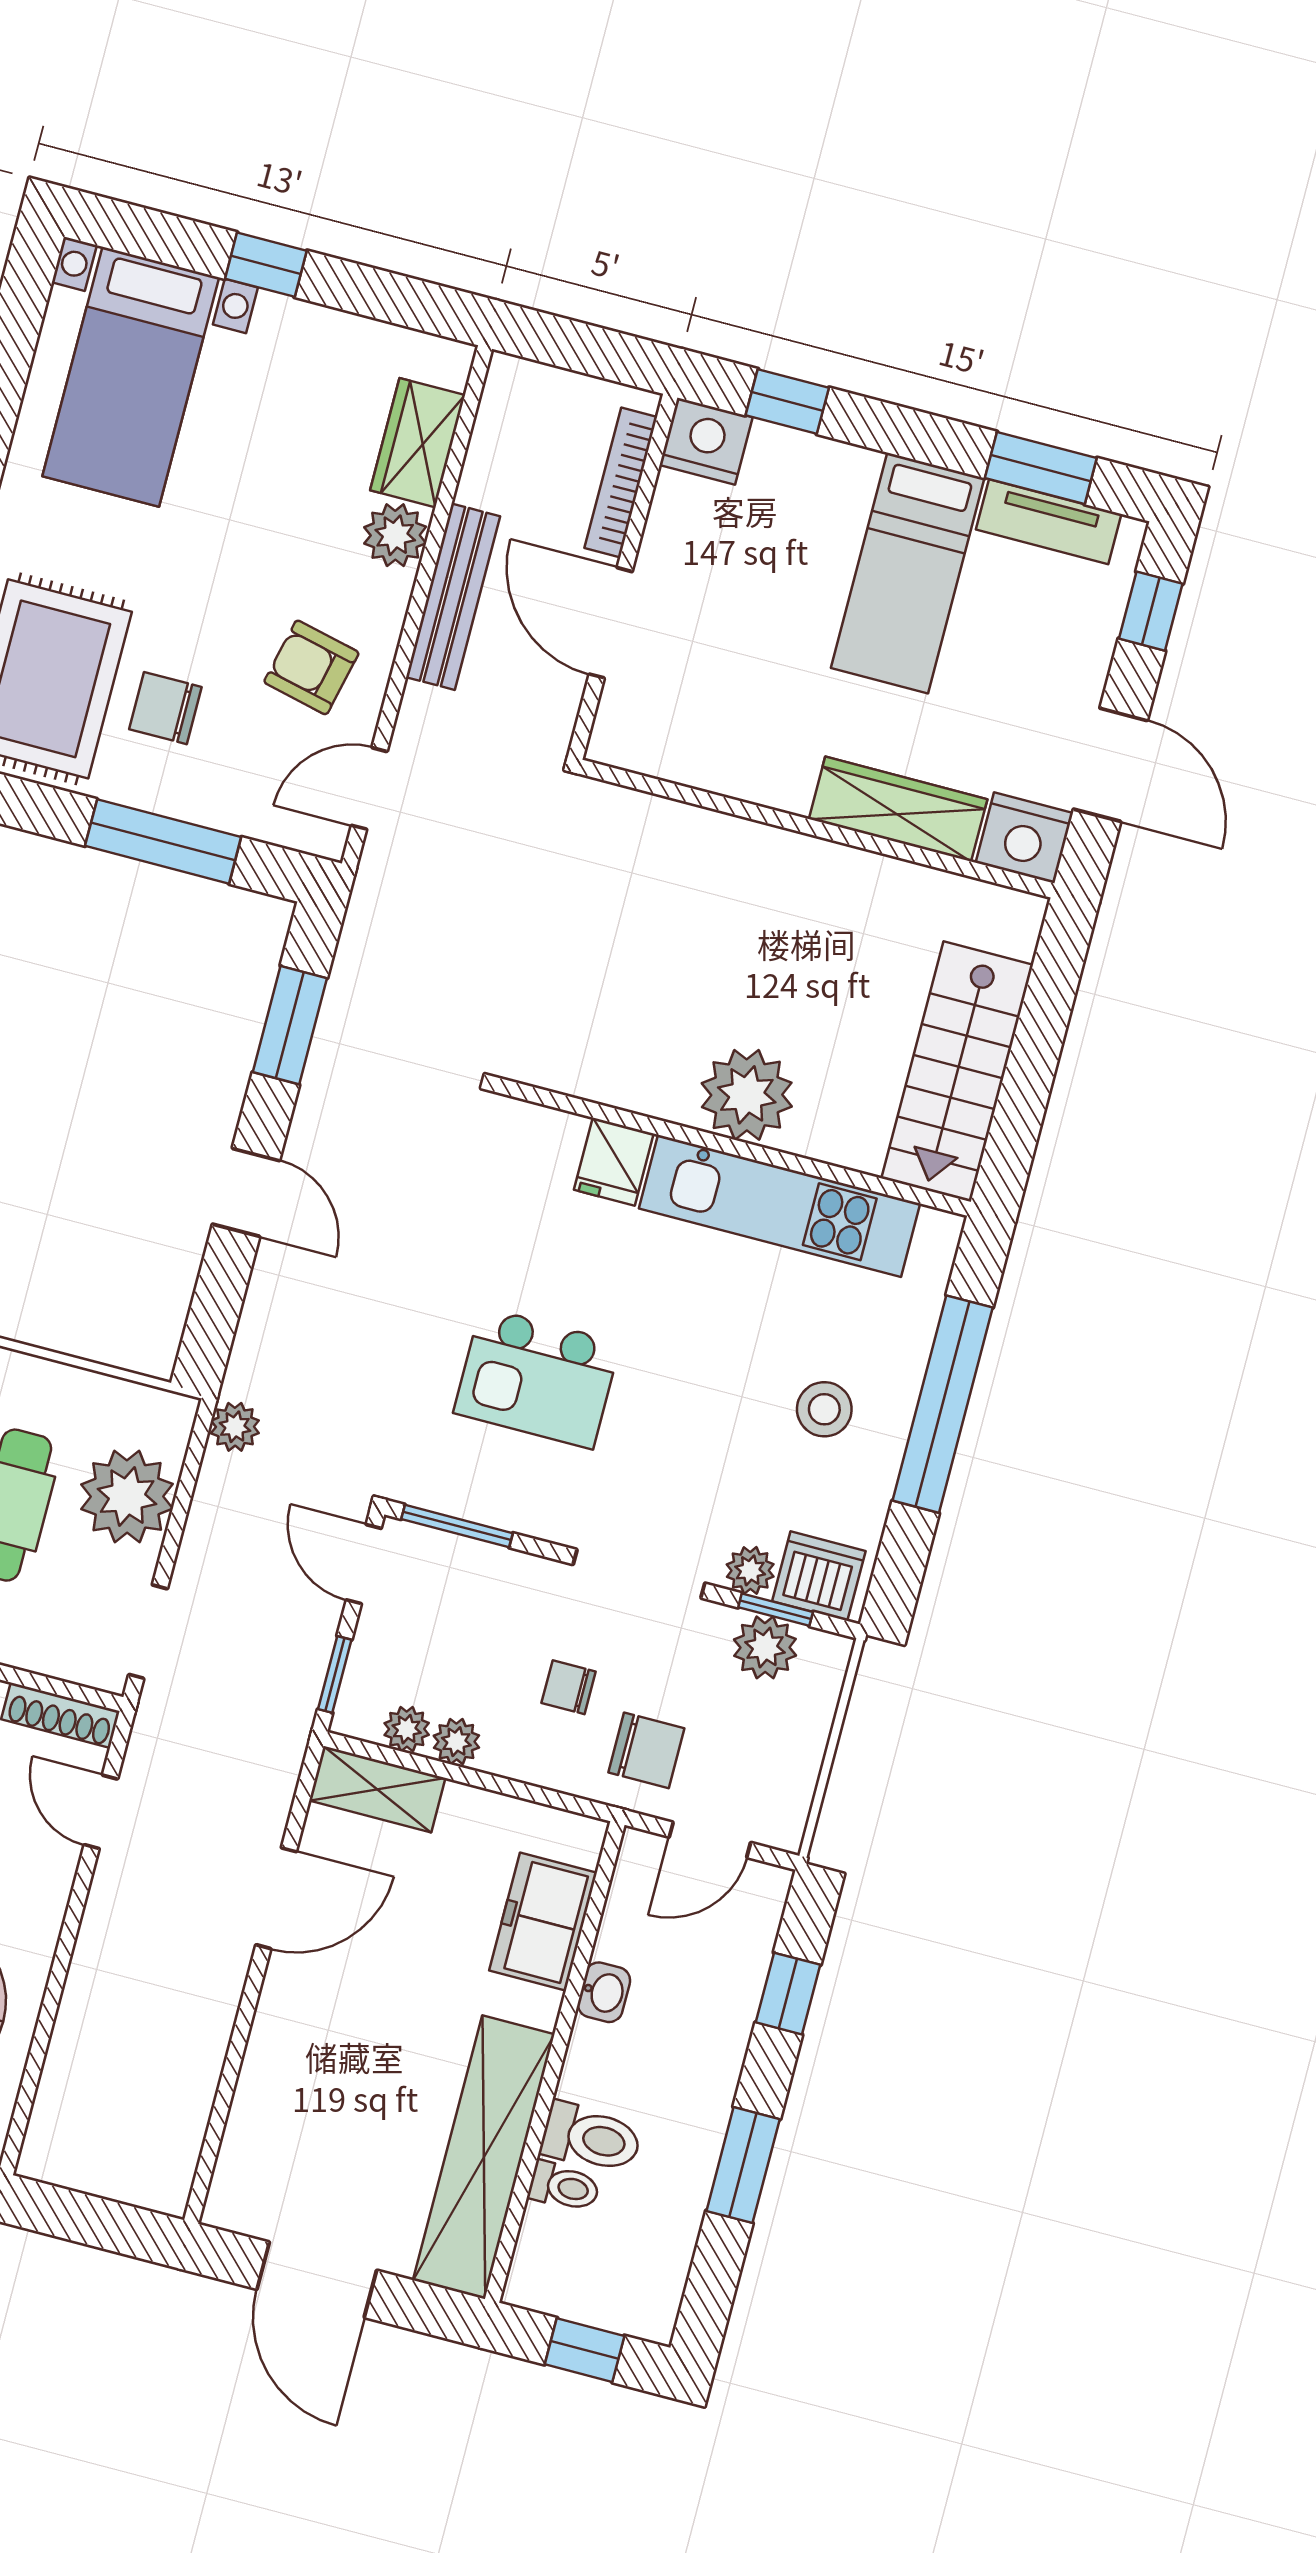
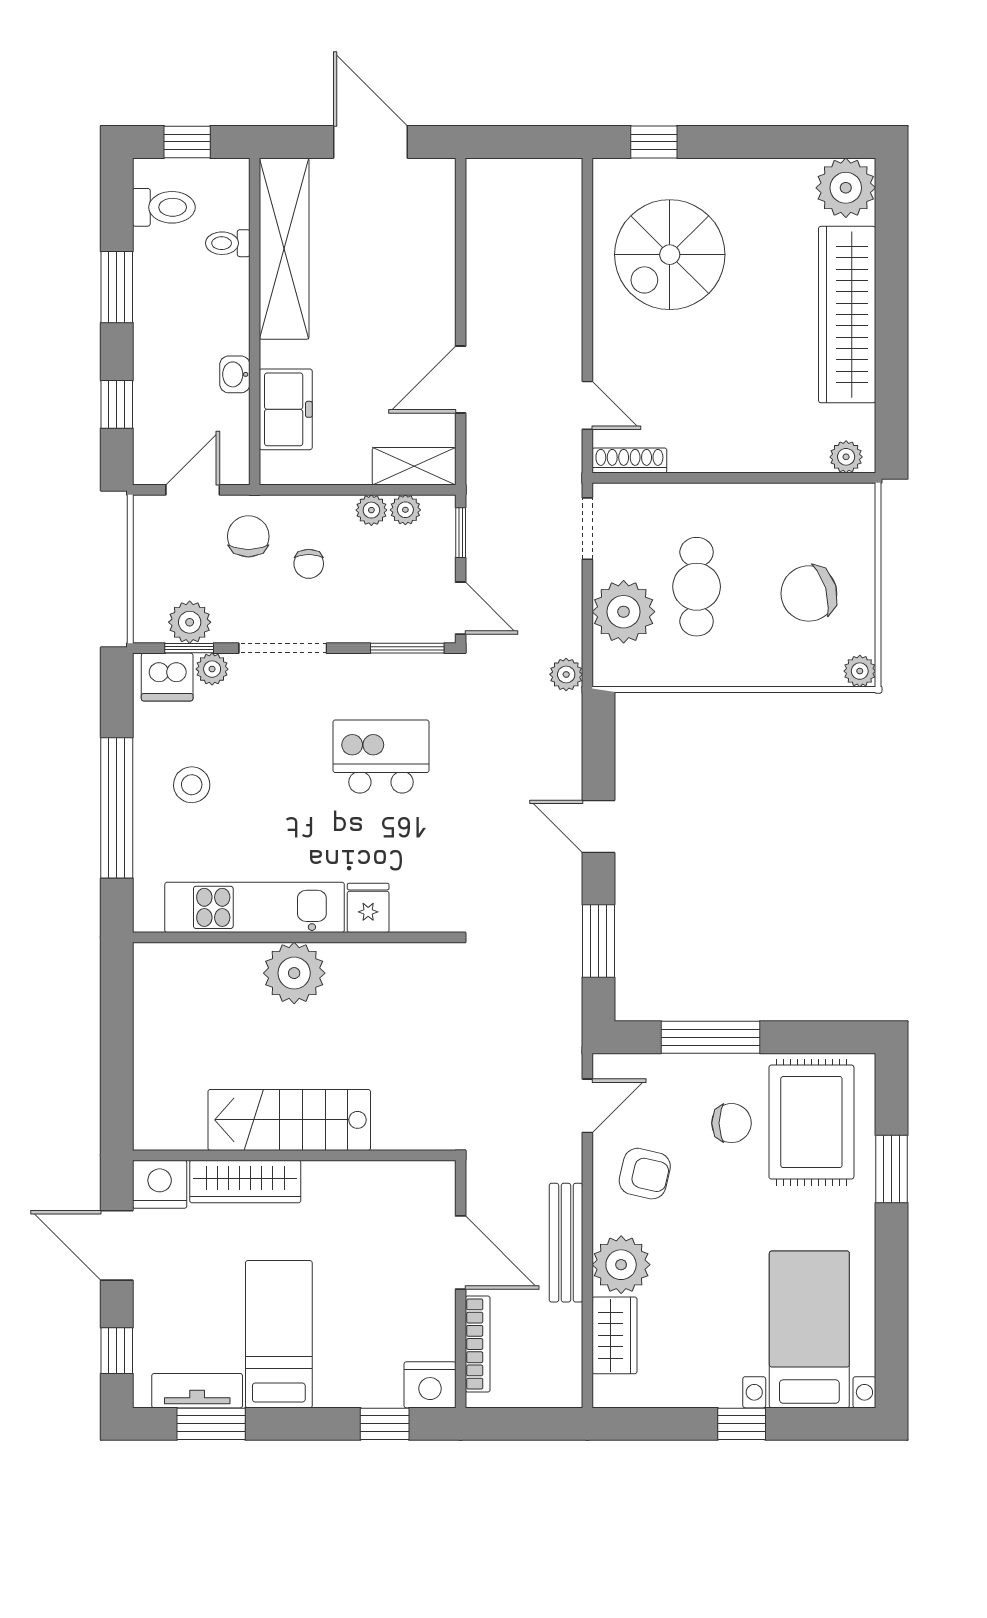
plant: (395, 535) -> (621, 1265), width x1.36, depth x1.36
stairs: (957, 1072) -> (289, 1120), moved, turned -90
chair: (569, 1687) -> (309, 564), turned 90
chair: (646, 1750) -> (248, 536), turned 90
toilet: (591, 2138) -> (164, 207), moved, turned 180

